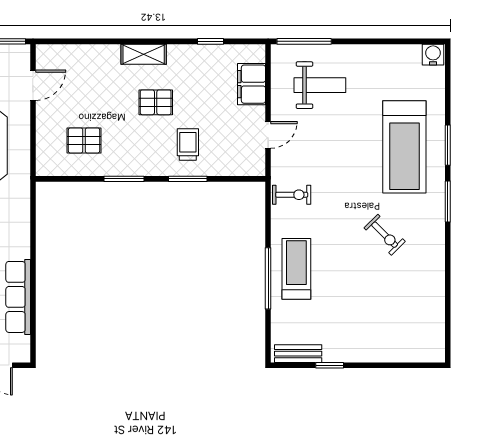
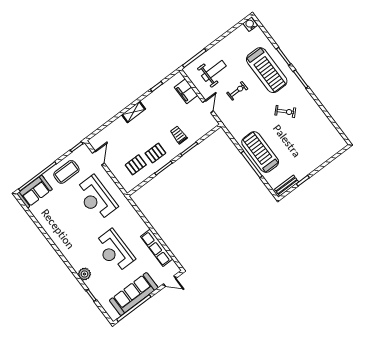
pallet: (156, 102) -> (155, 153), moved
exercise bike: (292, 195) -> (237, 91), moved
treadmill: (296, 269) -> (260, 152), width x1.37, depth x1.38

